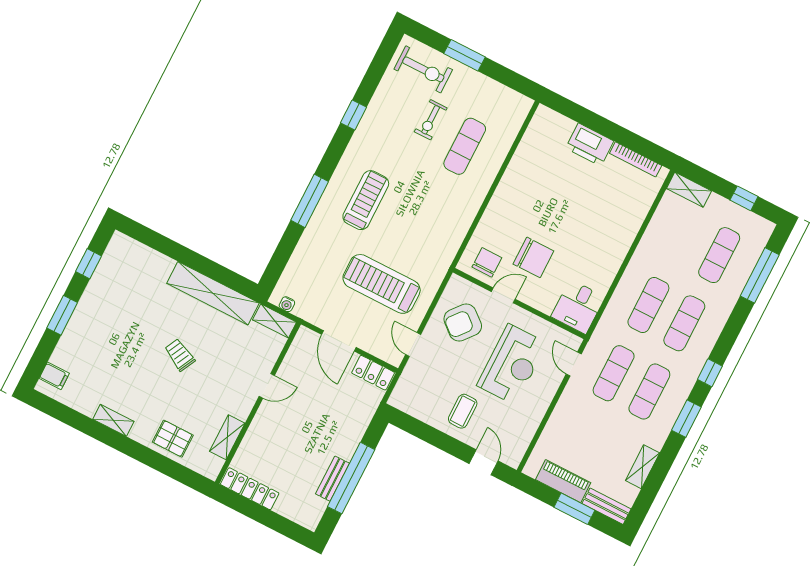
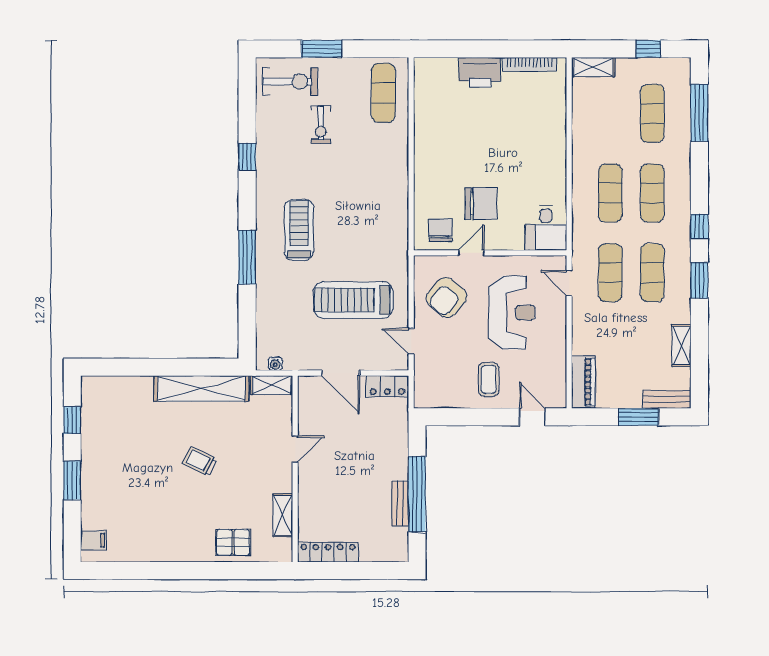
exercise mat: (465, 146) -> (383, 93), moved
shelving: (113, 420) -> (169, 553), removed
piano: (563, 481) -> (583, 382), moved, turned 90

